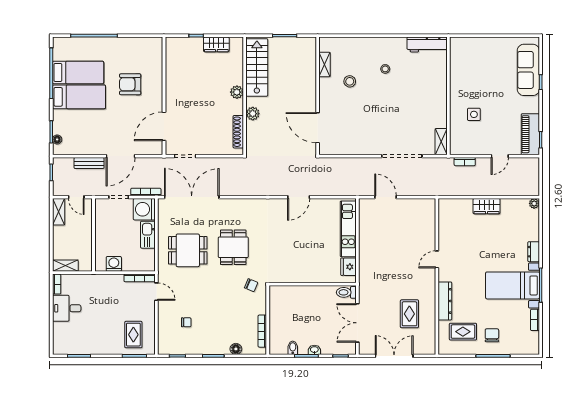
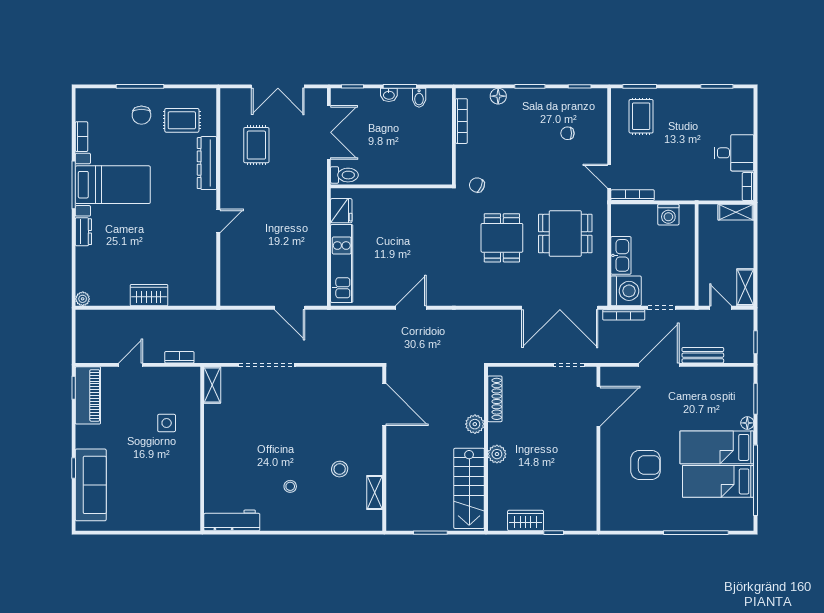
floor lamp: (57, 139) -> (747, 423), moved

